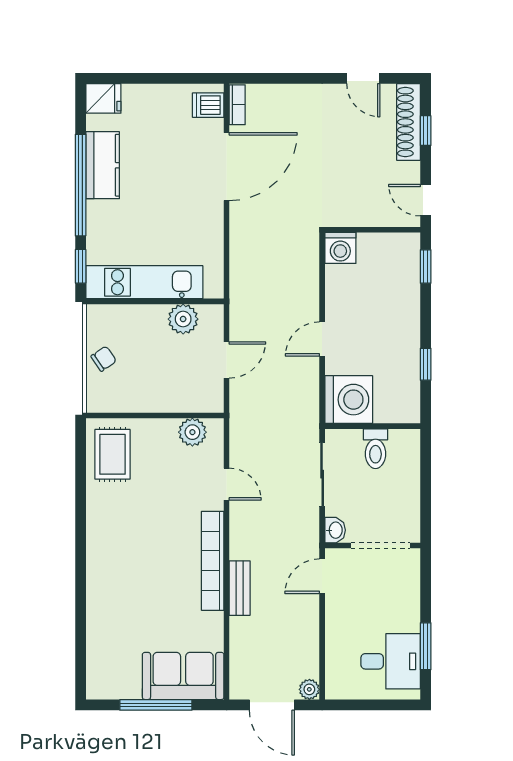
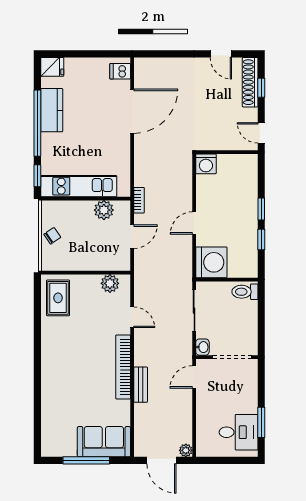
bookcase: (237, 105) -> (139, 200), moved
window: (426, 266) -> (261, 209), moved
toilet: (375, 449) -> (245, 292), moved, turned 90

